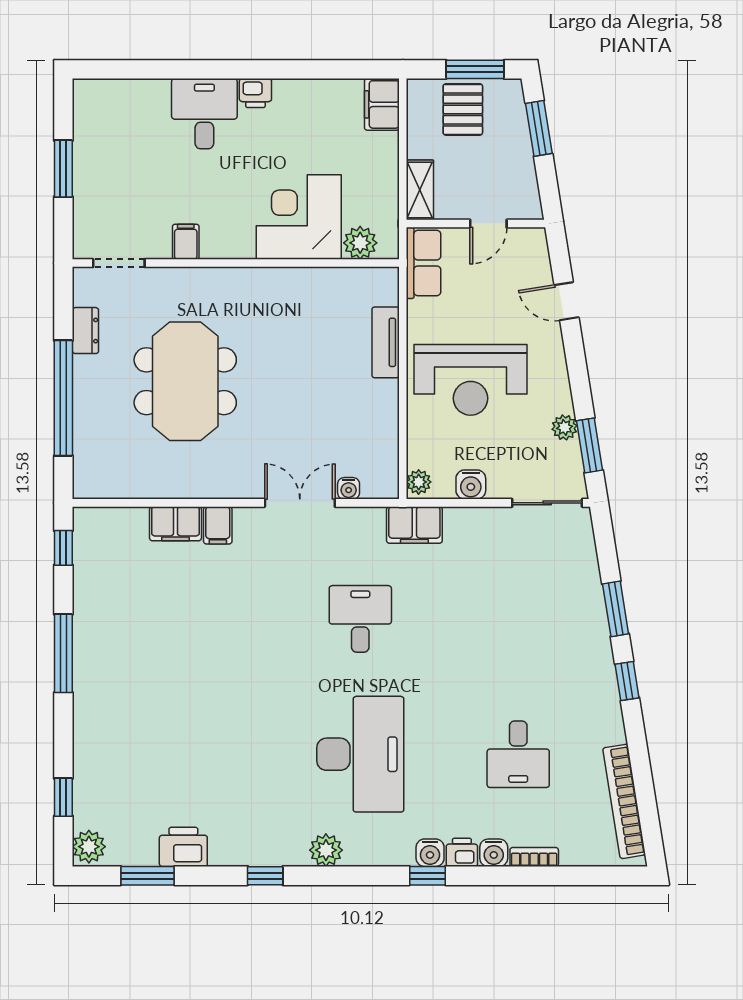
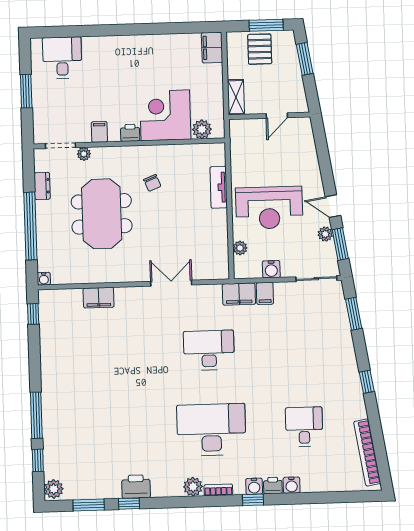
printer: (255, 93) -> (130, 133), moved, turned 180
desk: (204, 114) -> (62, 58), moved
row of seats: (424, 263) -> (239, 140), removed
plant: (158, 278) -> (84, 154), added
door: (566, 301) -> (333, 206), moved
chair: (273, 331) -> (152, 183), added
plant: (419, 482) -> (240, 248), moved
water cooler: (349, 488) -> (44, 279), moved
filing cabinet: (218, 525) -> (265, 293), moved
window: (616, 609) -> (354, 314), moved
desk: (360, 619) -> (209, 350), width x1.37
window: (63, 653) -> (36, 415), moved
desk: (360, 754) -> (211, 430), turned -90
desk: (518, 754) -> (304, 427), turned 180
printer: (183, 847) -> (136, 487), moved
bookcase: (534, 857) -> (218, 490), moved
window: (265, 876) -> (129, 504), moved

